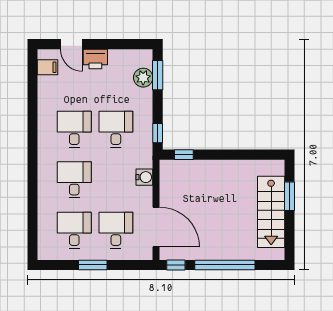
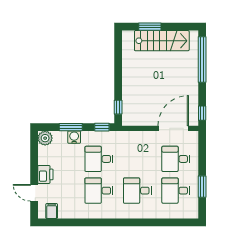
door: (71, 44) -> (34, 193), swing flipped
window: (158, 75) -> (71, 127), moved
plant: (143, 78) -> (45, 138), moved
water cooler: (144, 177) -> (74, 137), moved
window: (93, 265) -> (202, 187), moved
window: (225, 265) -> (202, 60), moved

